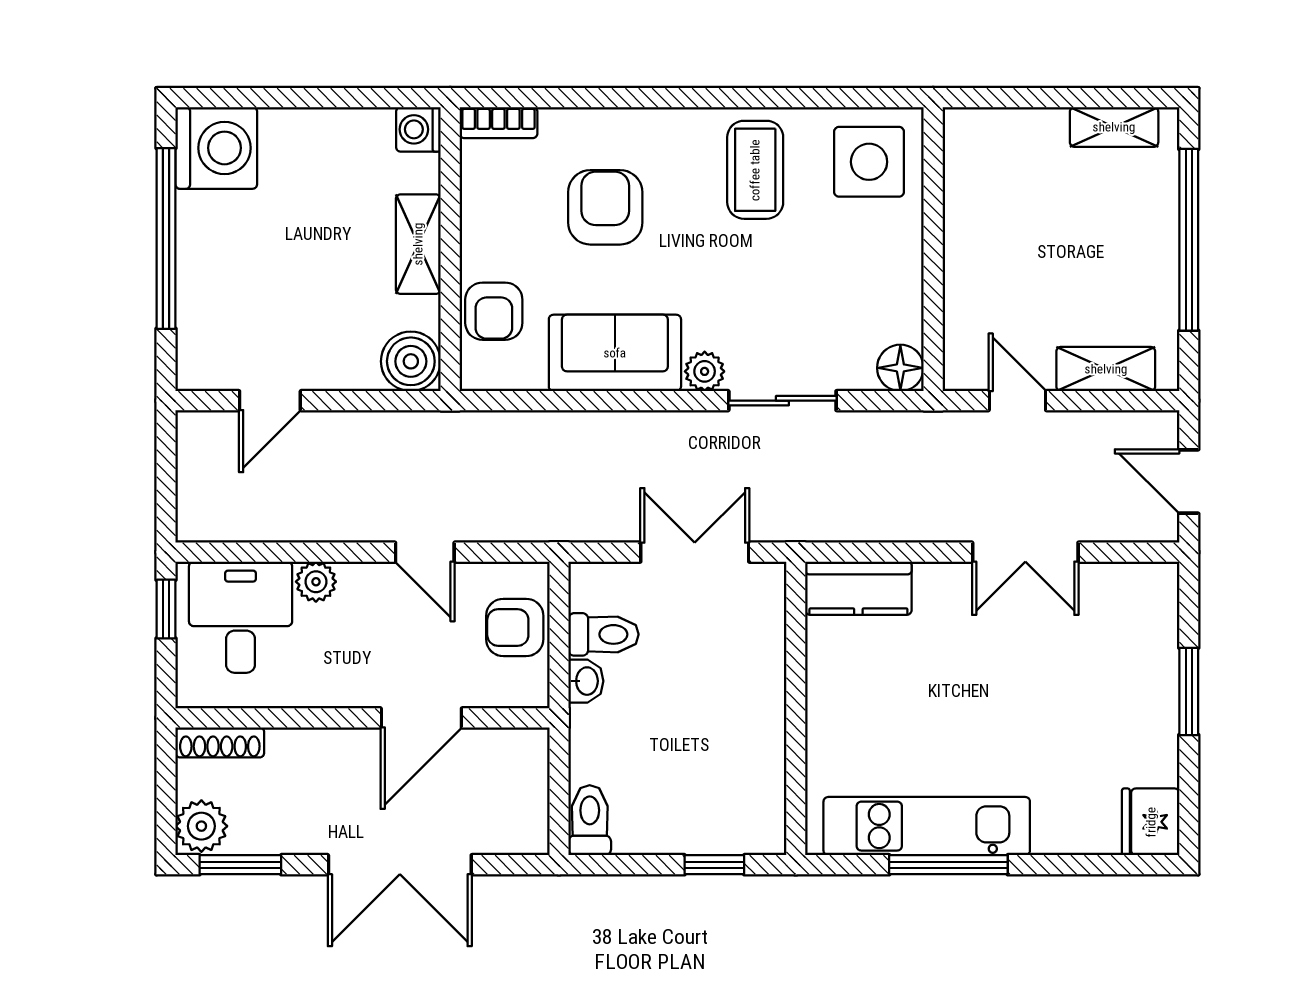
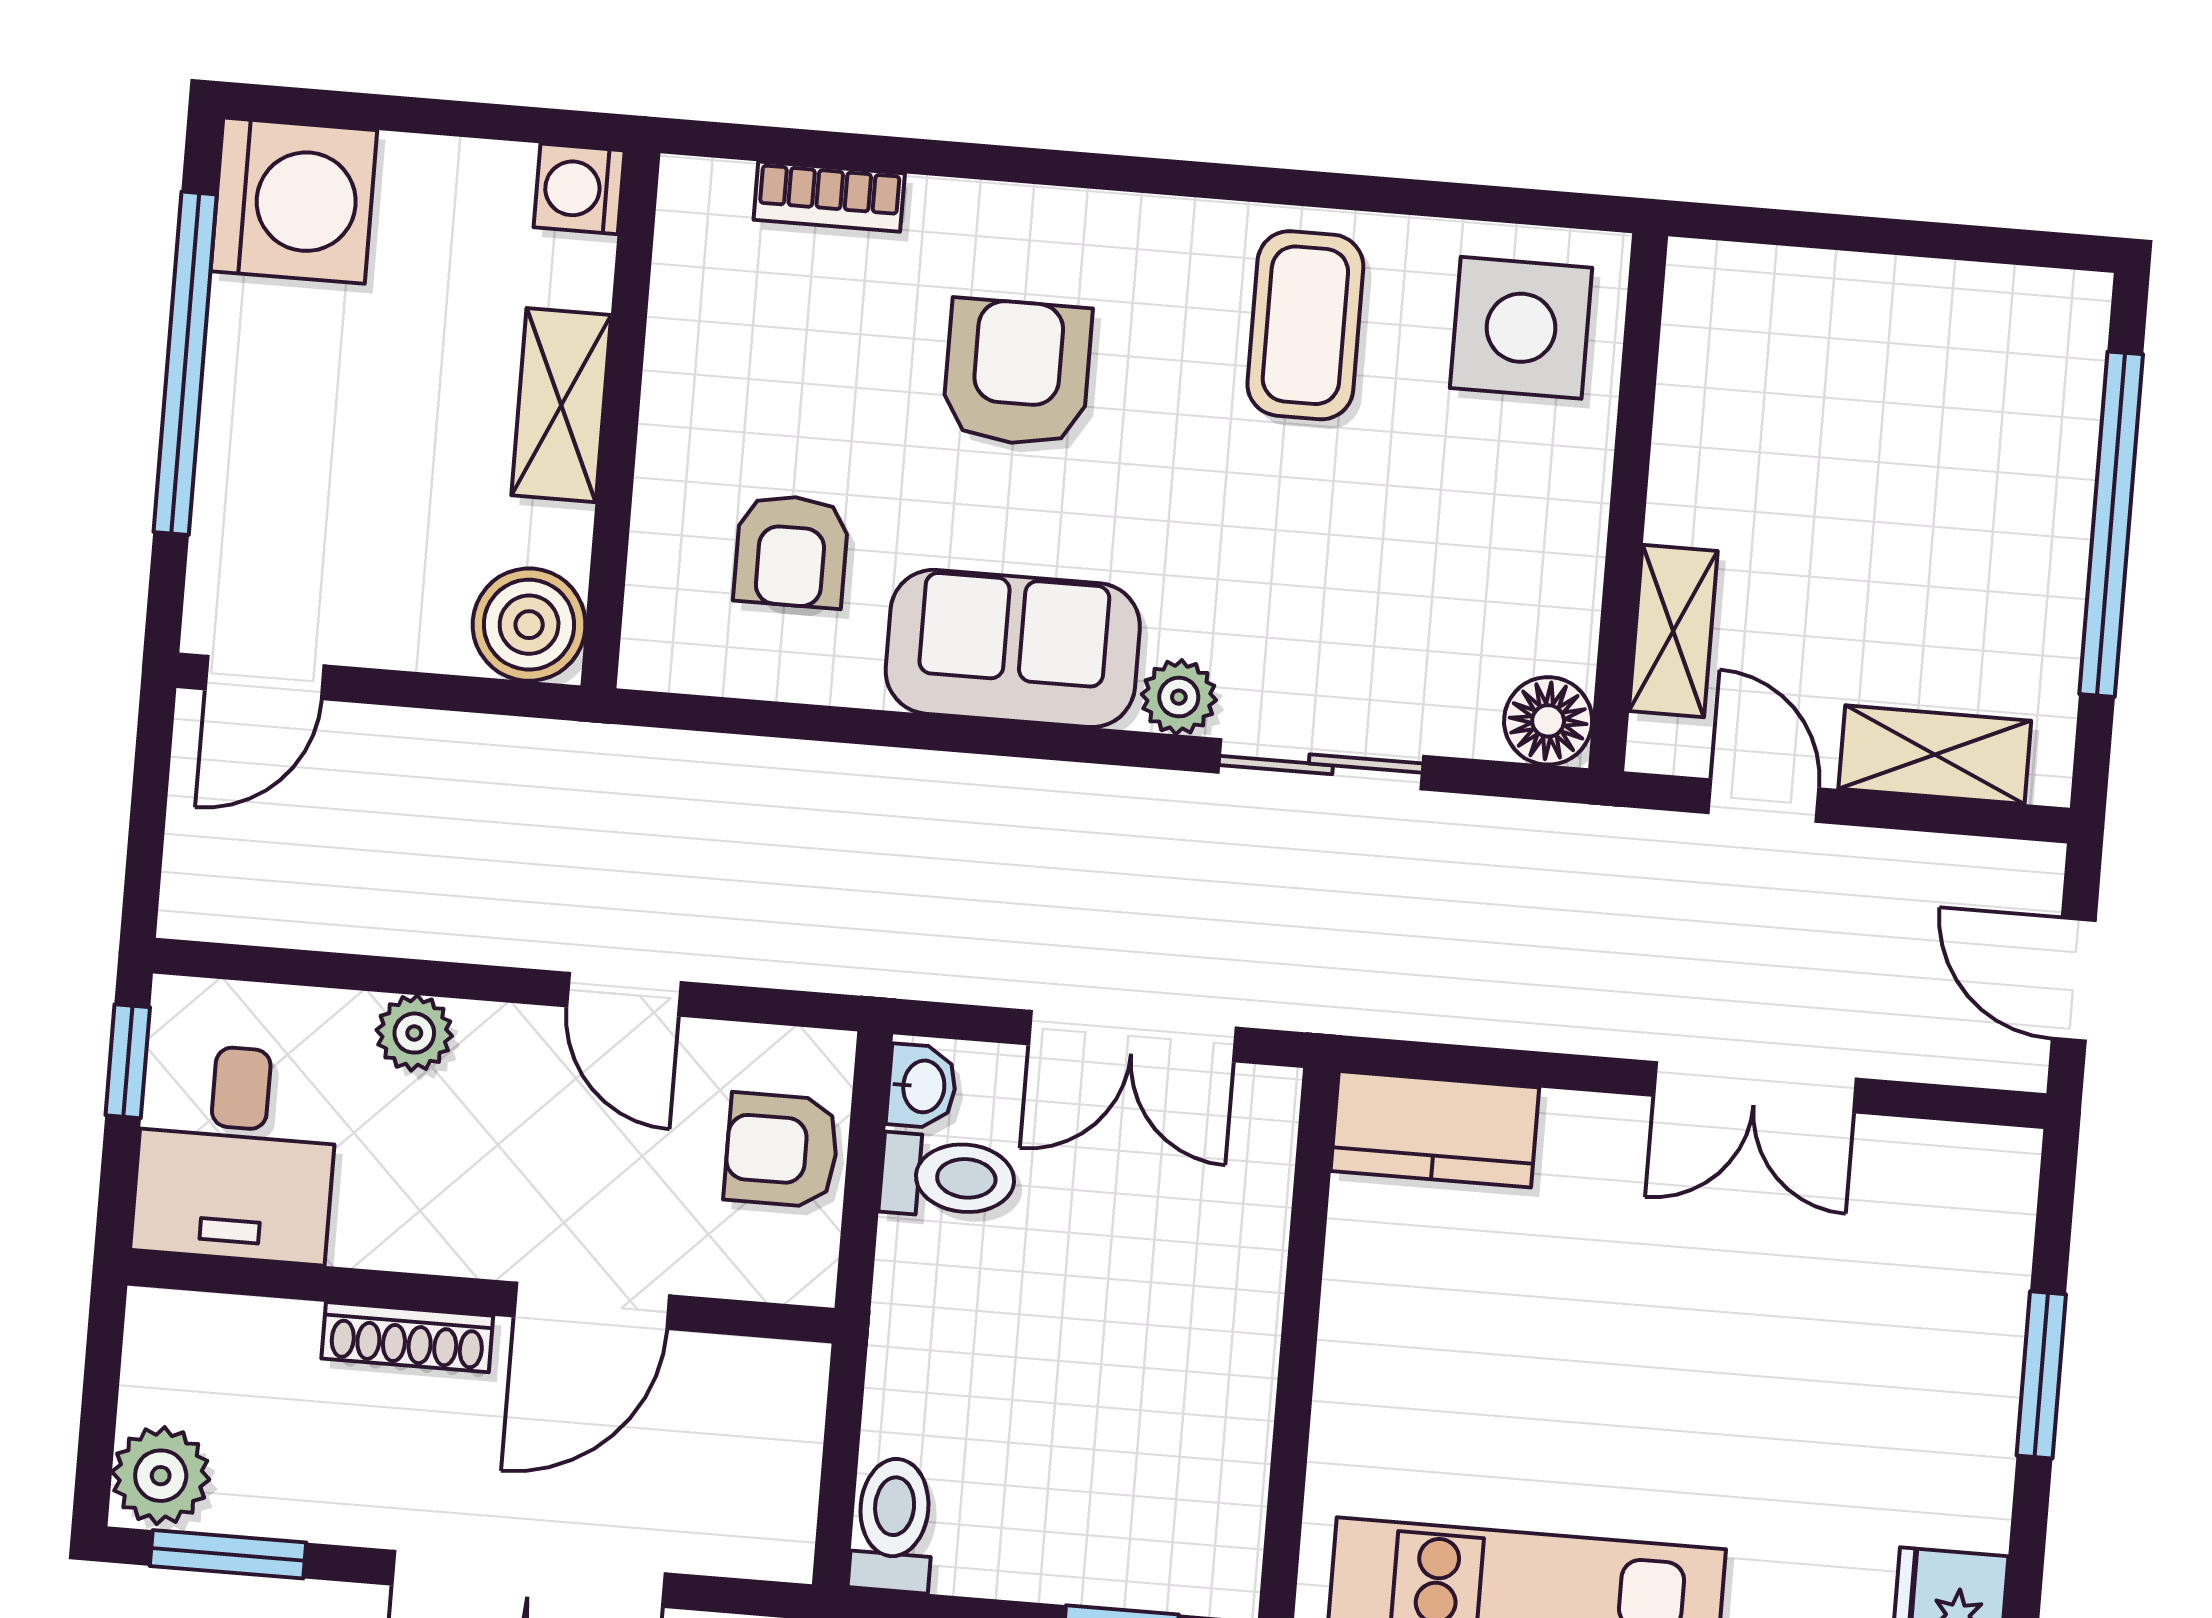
shelving: (1114, 127) -> (1673, 631), moved, turned 90
washing machine: (418, 129) -> (579, 189), moved
shelving: (418, 244) -> (561, 405), moved
wall: (450, 249) -> (620, 419), moved
boiler: (411, 361) -> (529, 625), moved
door: (270, 401) -> (265, 677), moved
double door: (695, 552) -> (1132, 1036), swing flipped
desk: (241, 617) -> (236, 1153), moved, turned 180
washbasin: (586, 681) -> (922, 1086), moved
shoe rack: (220, 742) -> (407, 1337), moved

